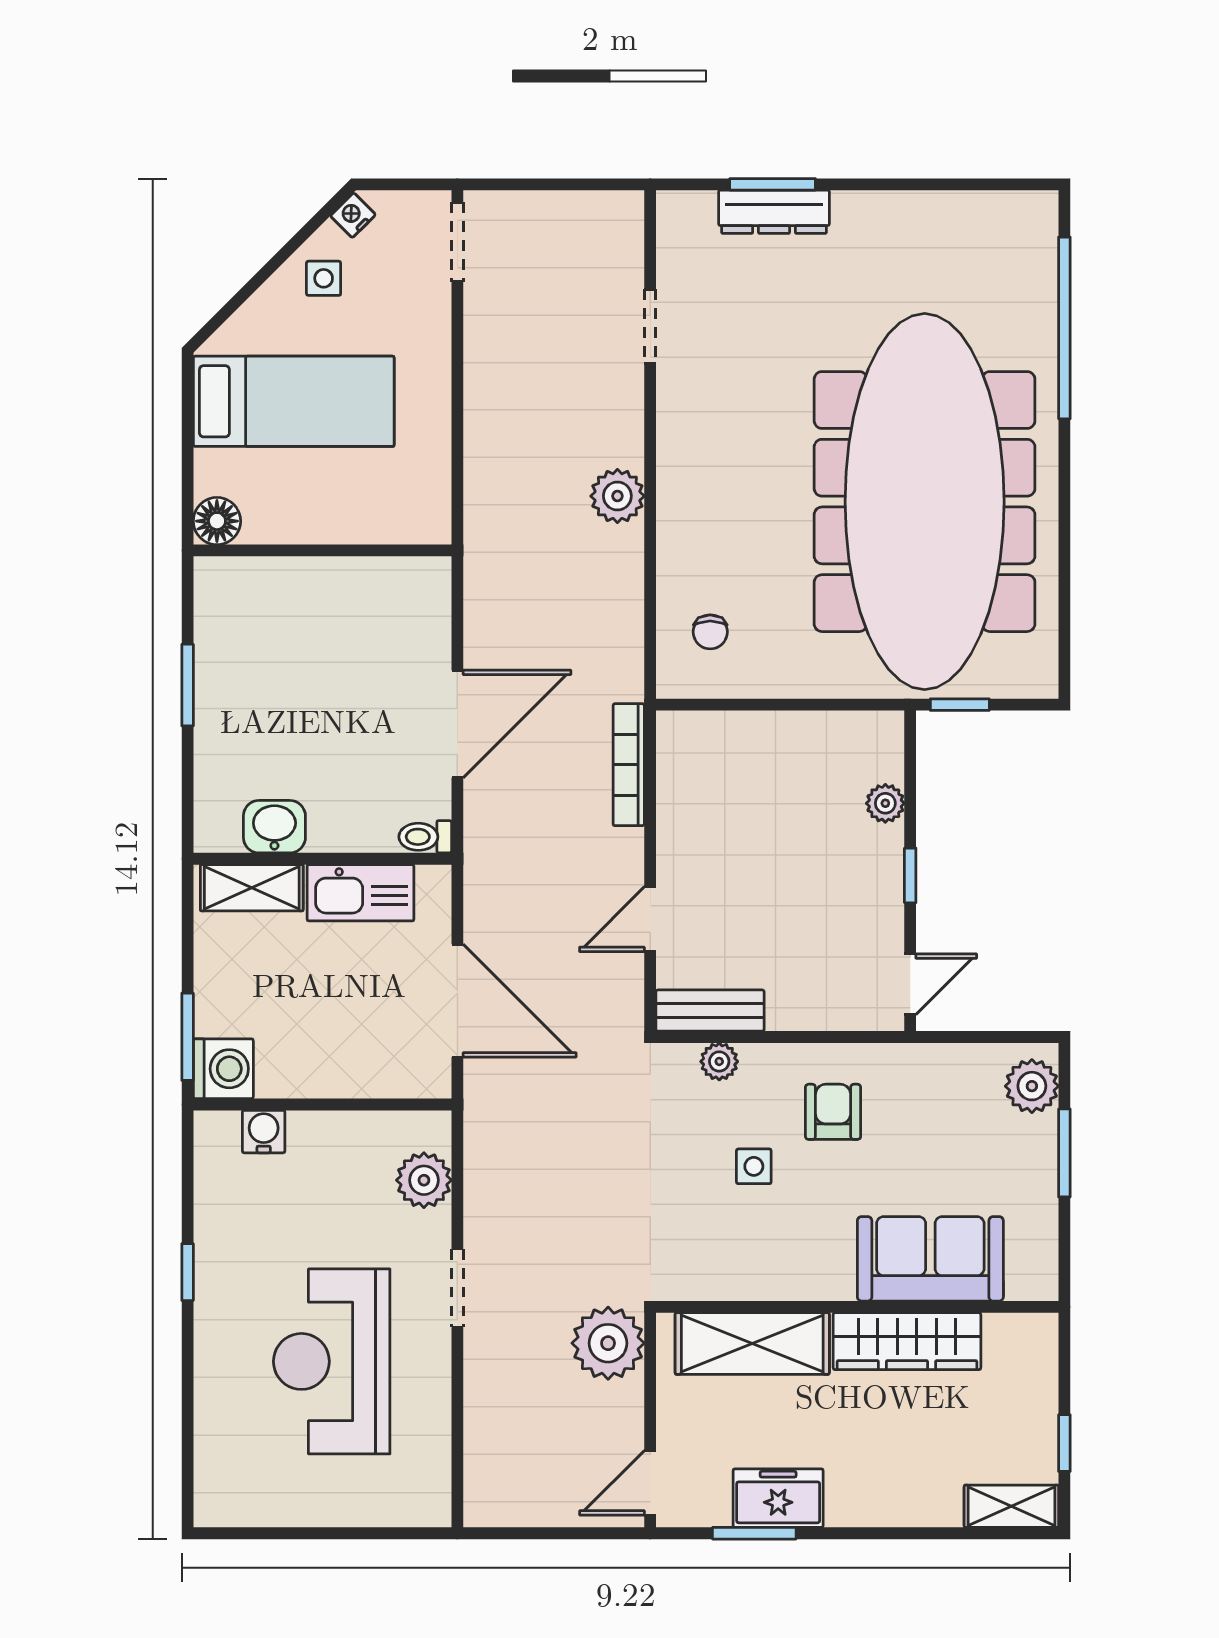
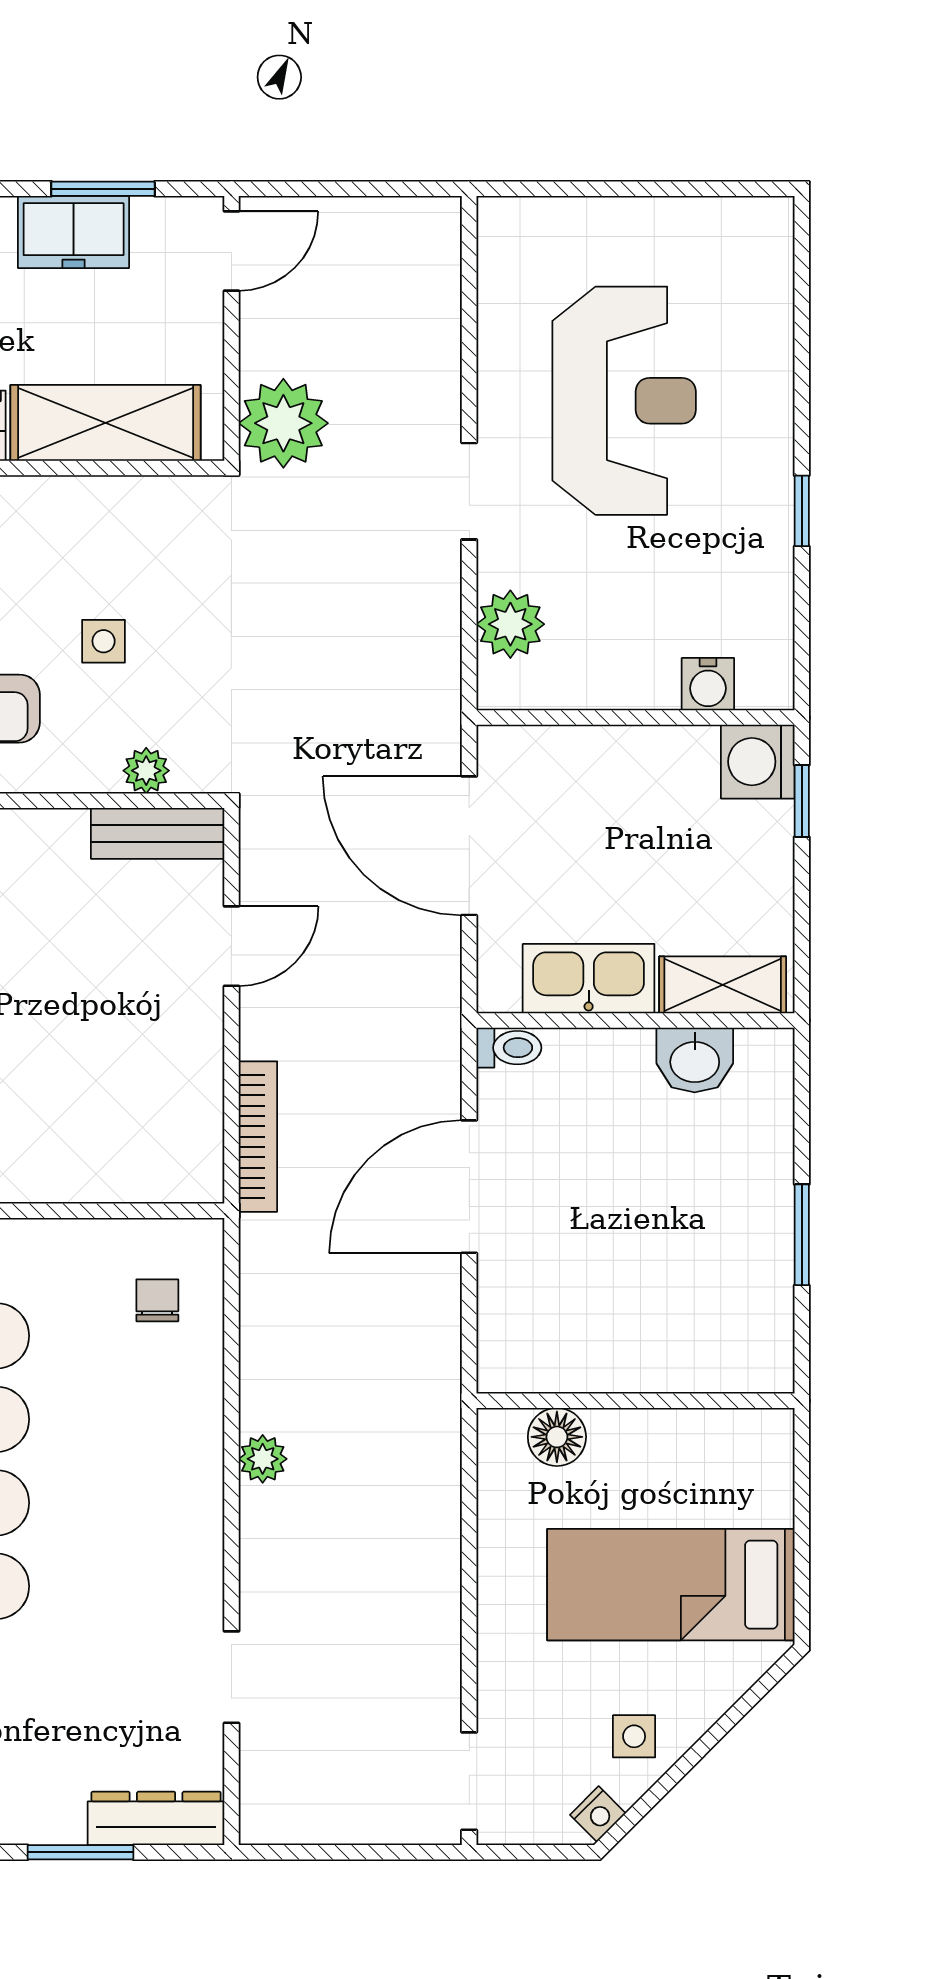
dresser: (774, 212) -> (156, 1818), moved
plant: (617, 496) -> (263, 1459), width x0.73, depth x0.73
floor lamp: (217, 521) -> (557, 1437), moved
window: (188, 1037) -> (802, 801), width x0.67

